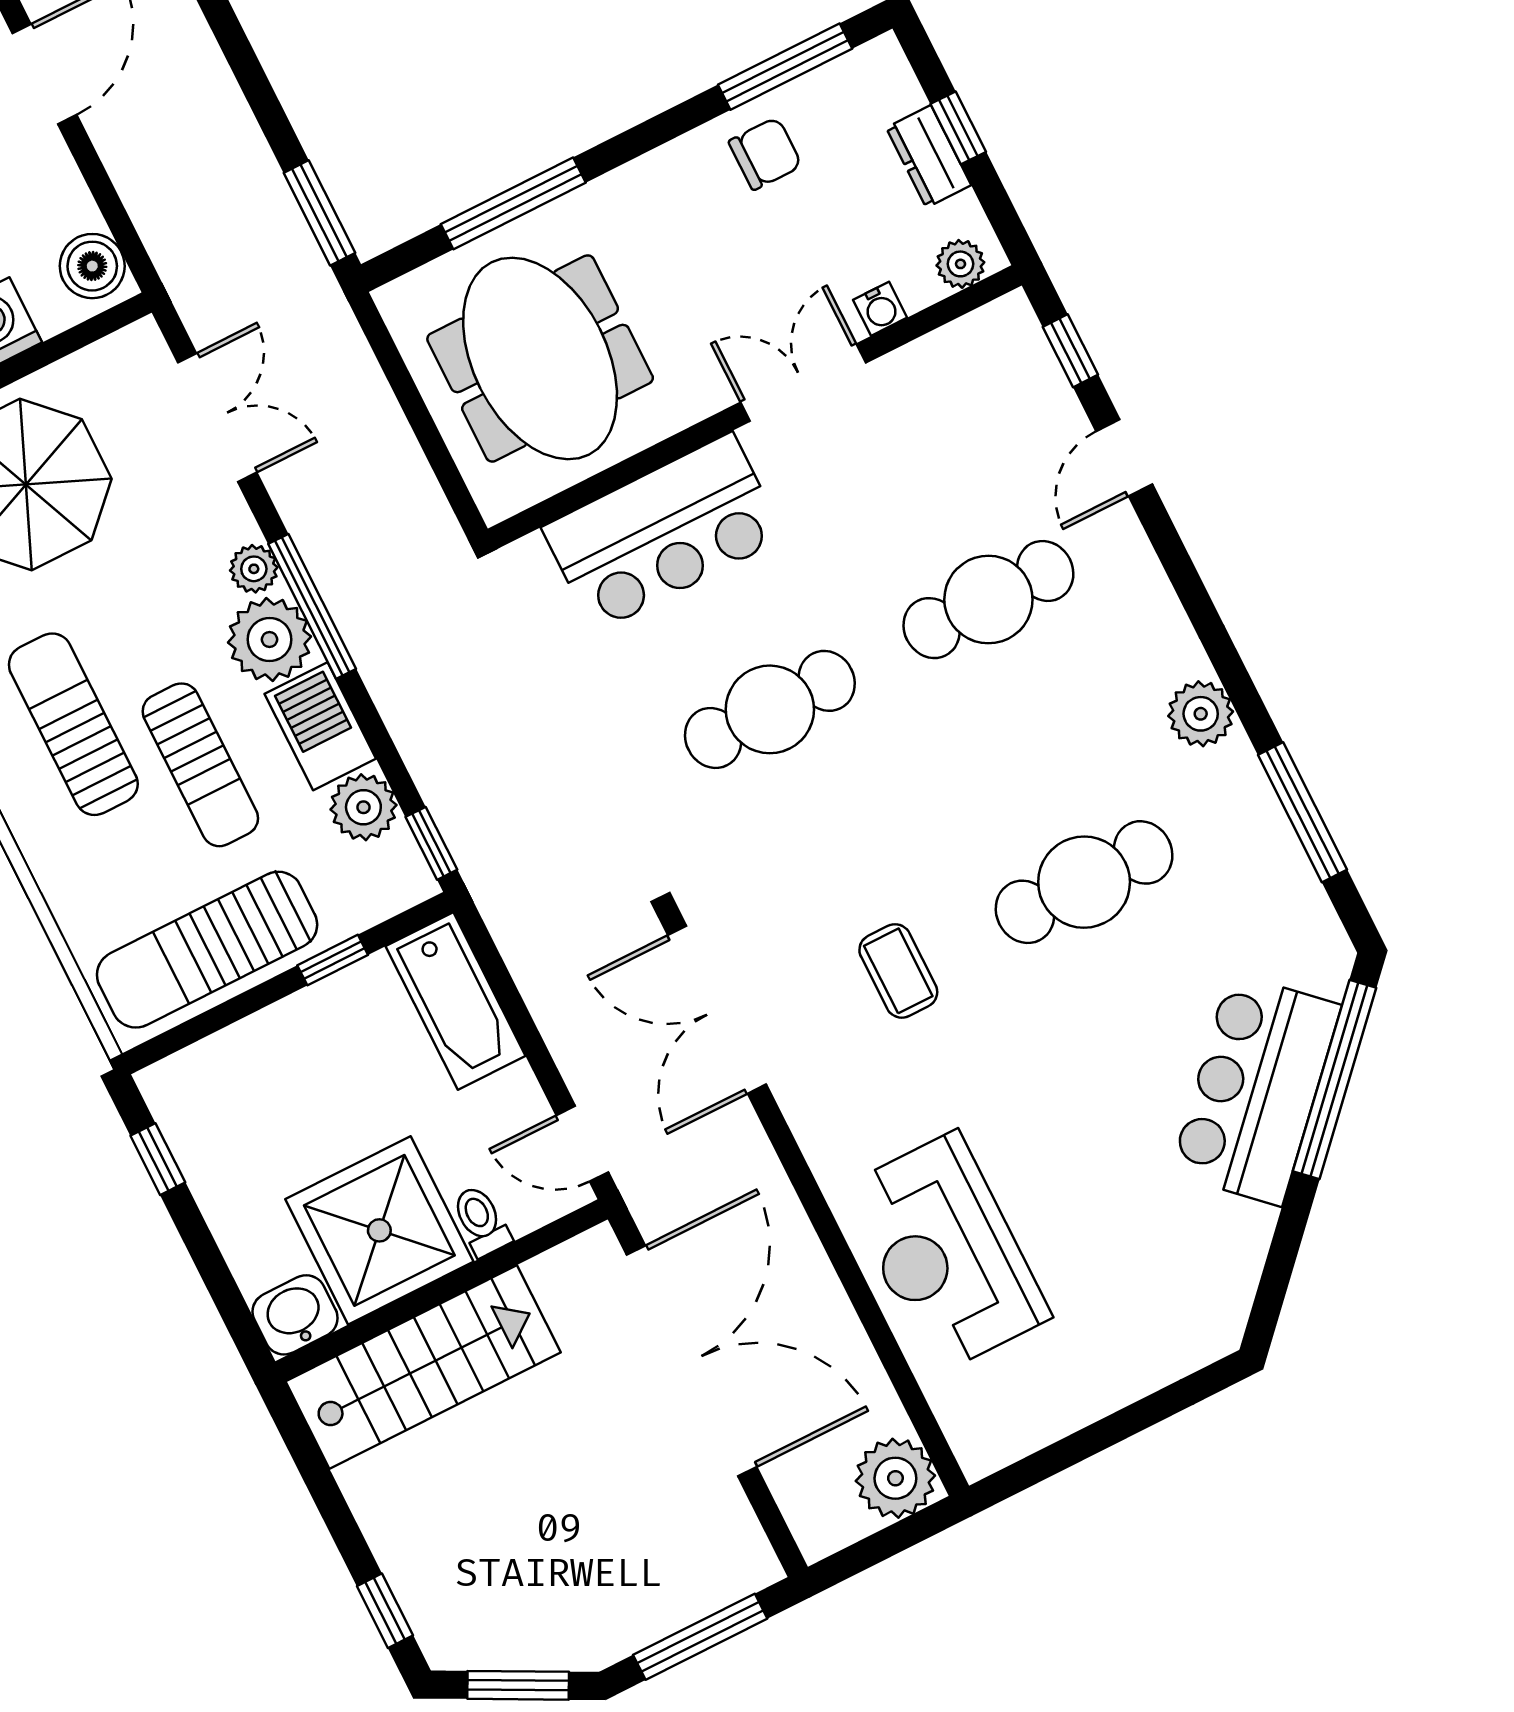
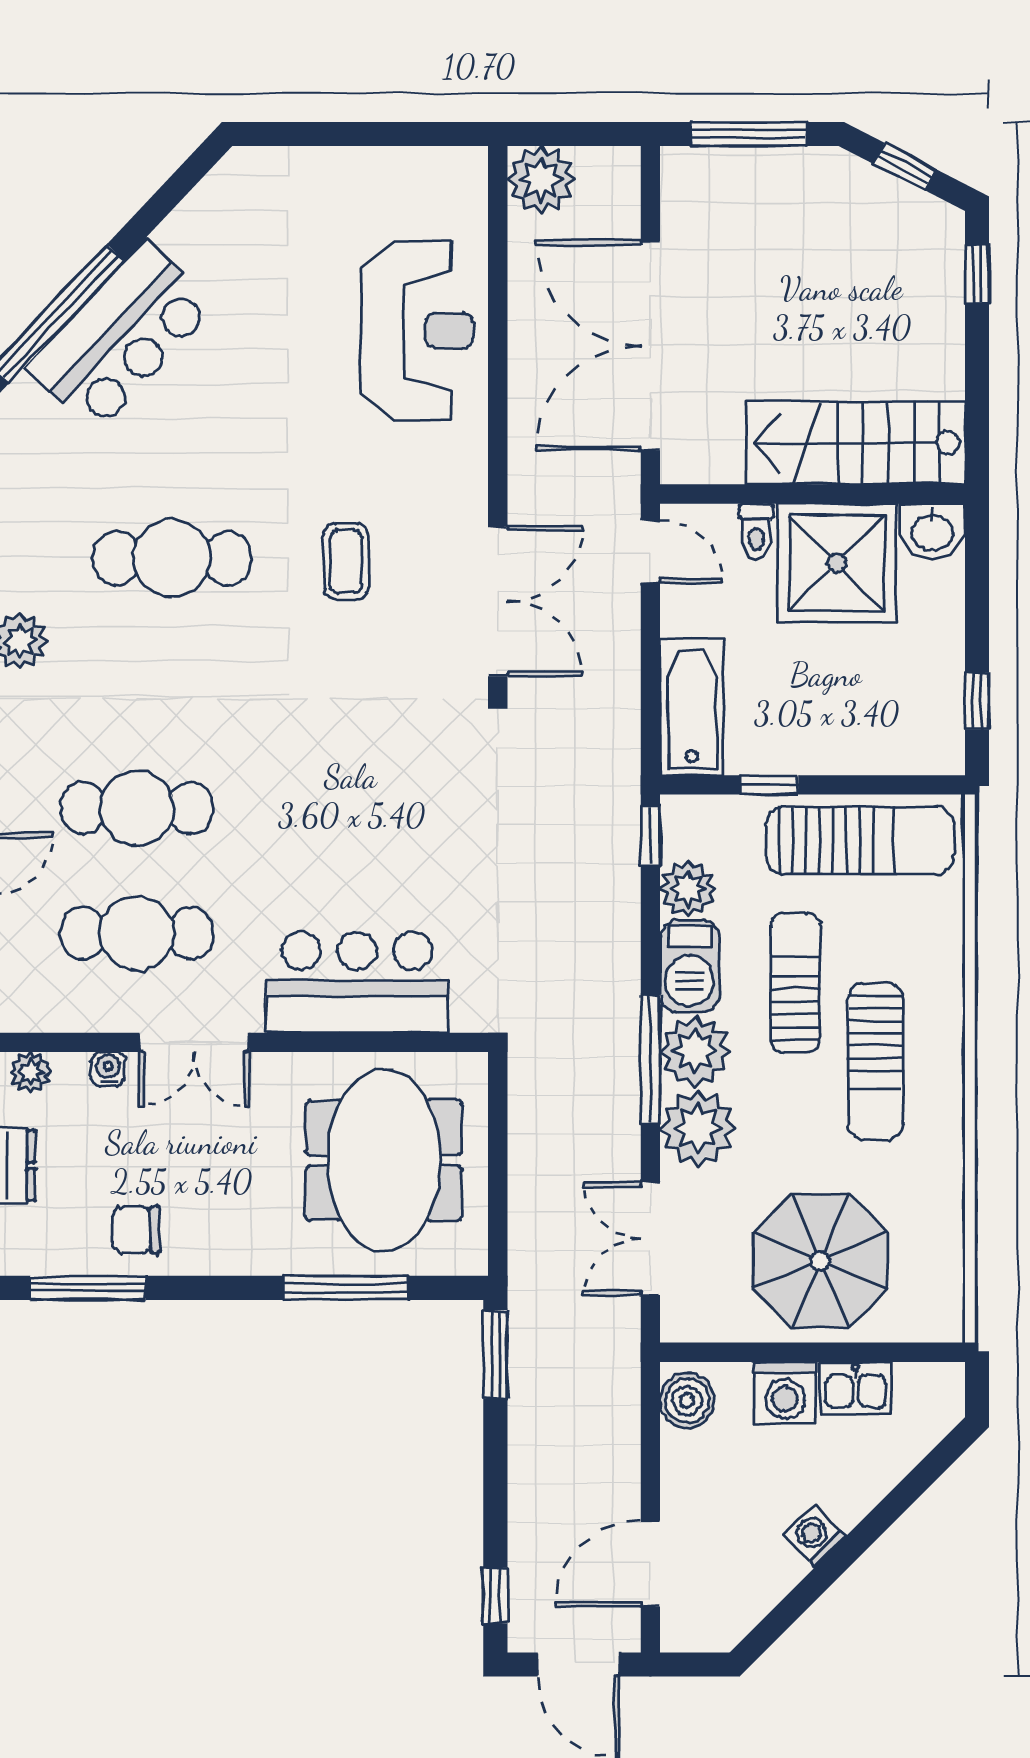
plant: (254, 569) -> (698, 1128), width x1.88, depth x1.88
cafe table: (770, 709) -> (137, 933), moved
window: (518, 1685) -> (905, 166), width x0.67

